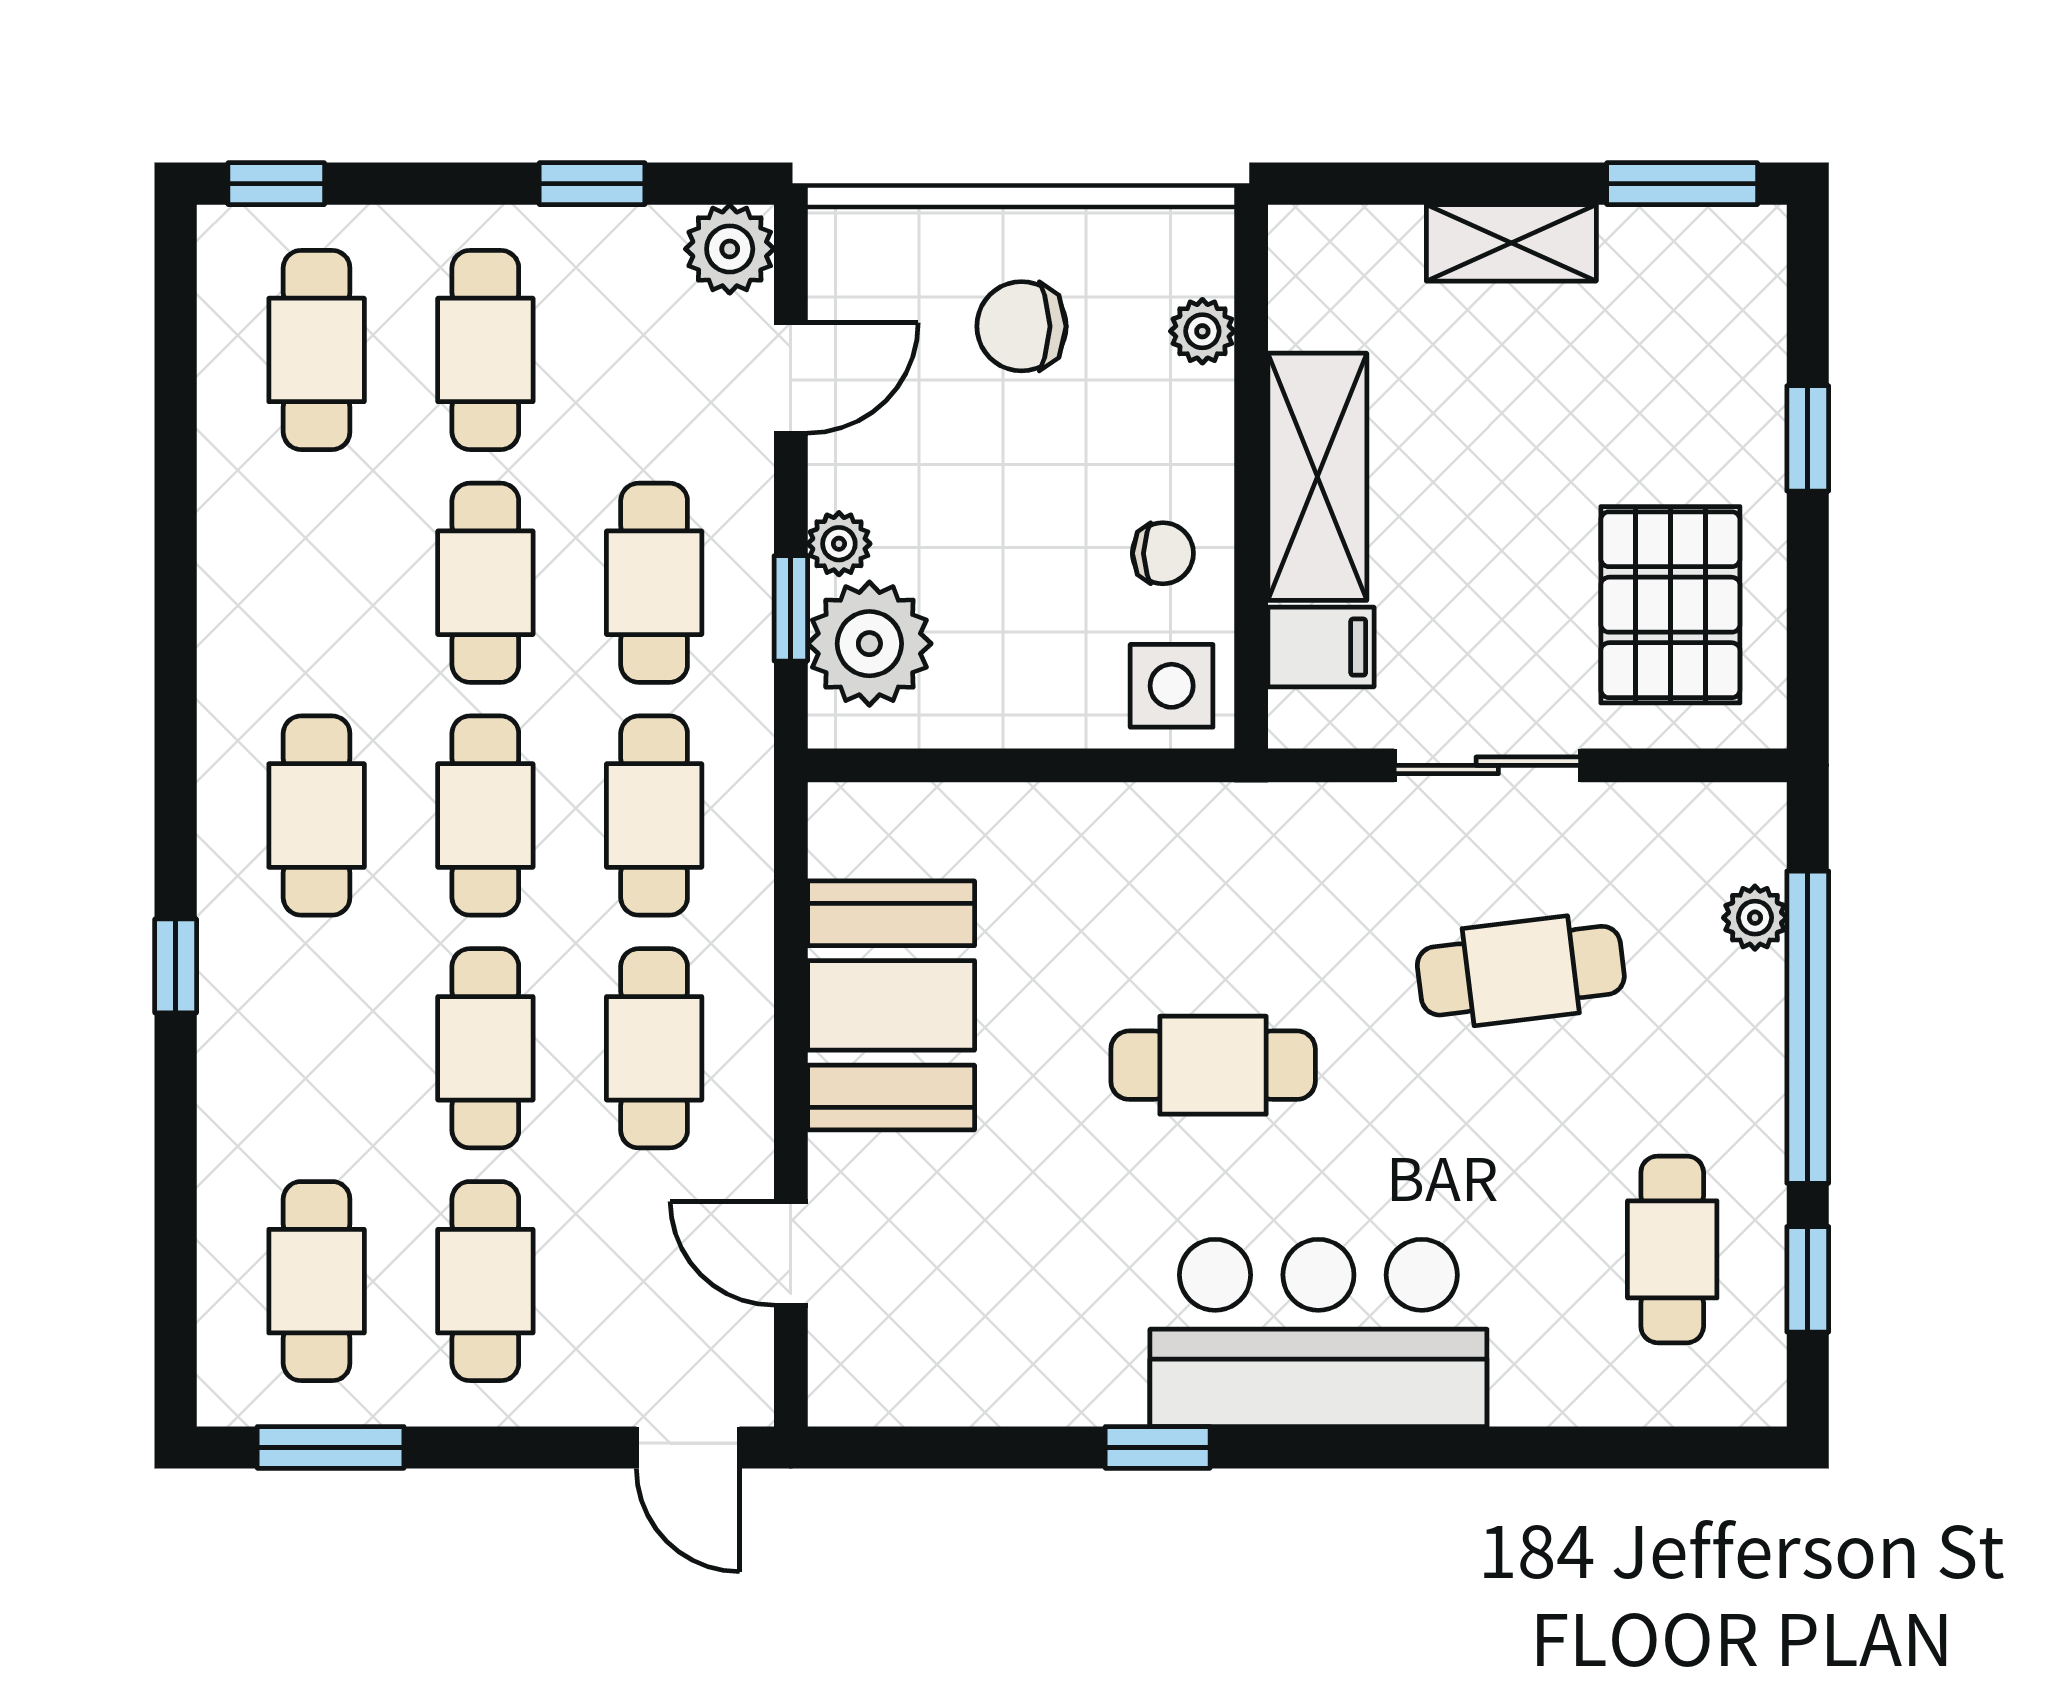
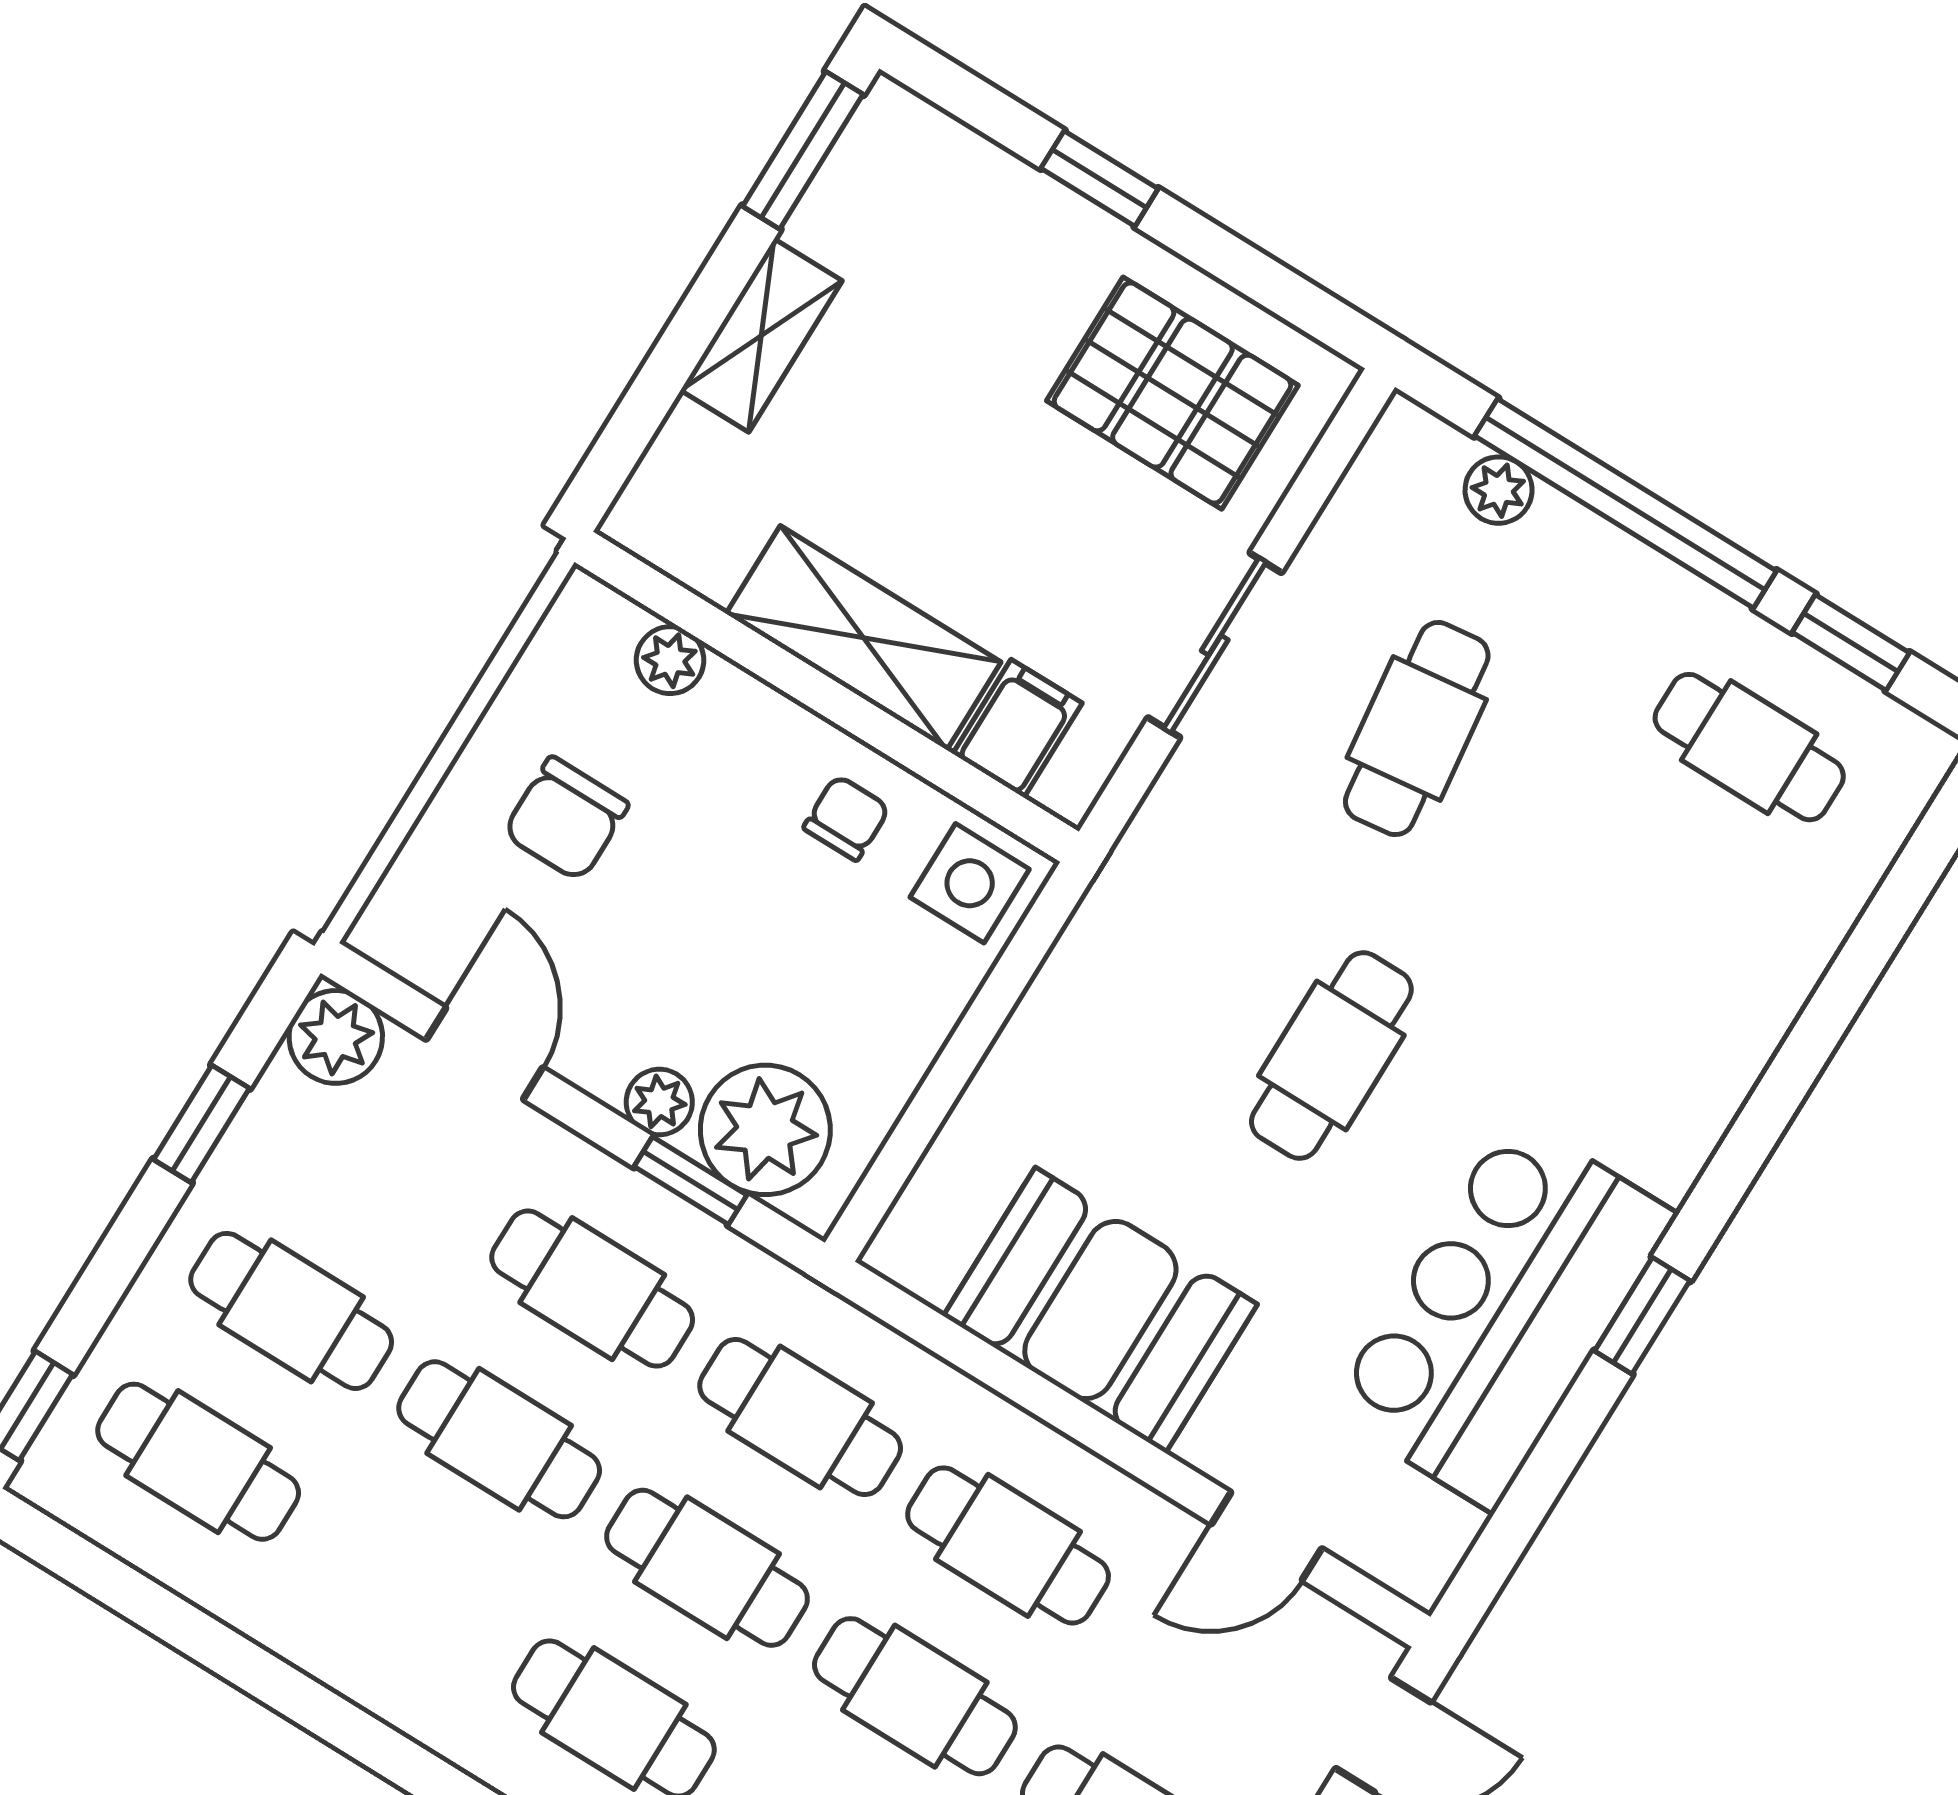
bar counter: (1318, 1333) -> (1503, 1313), moved

